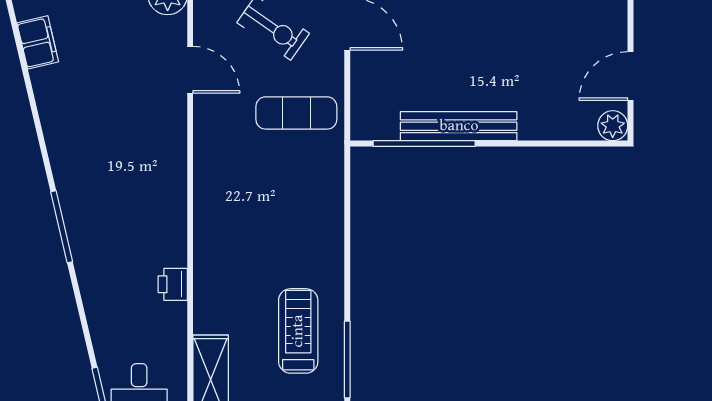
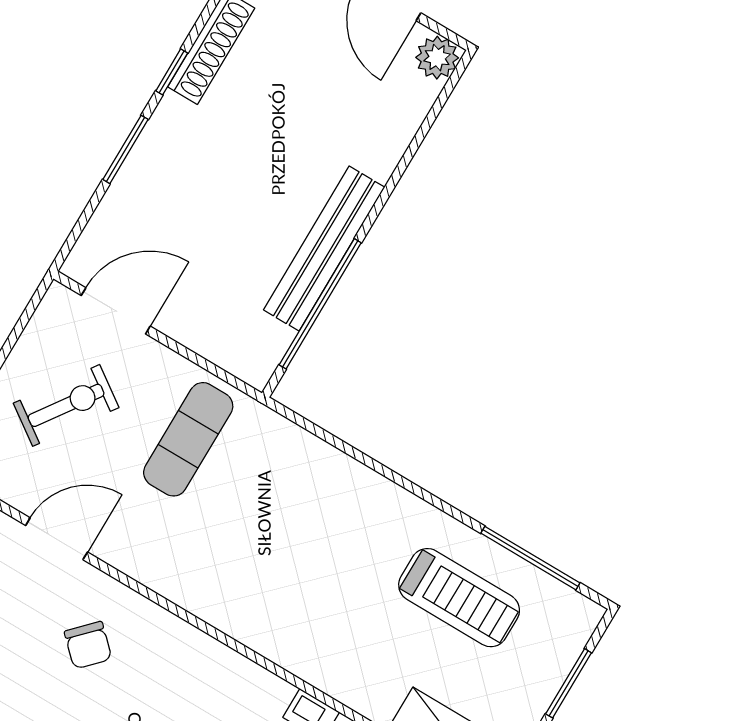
chair: (138, 126) -> (88, 645), added
treadmill: (298, 331) -> (459, 598), turned 180

